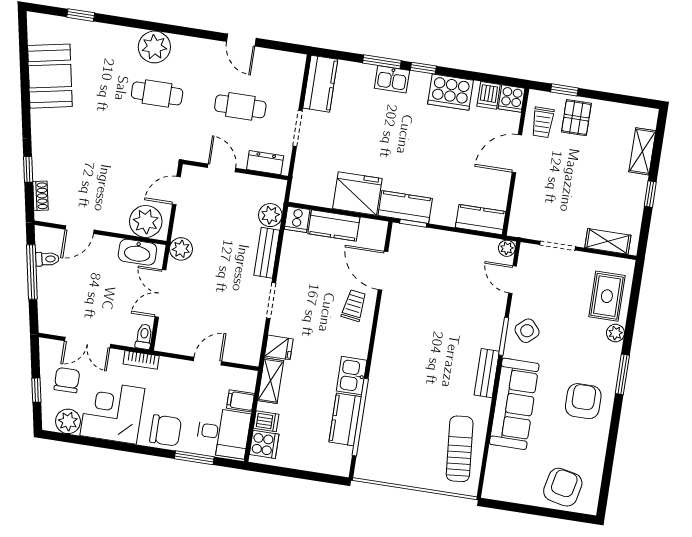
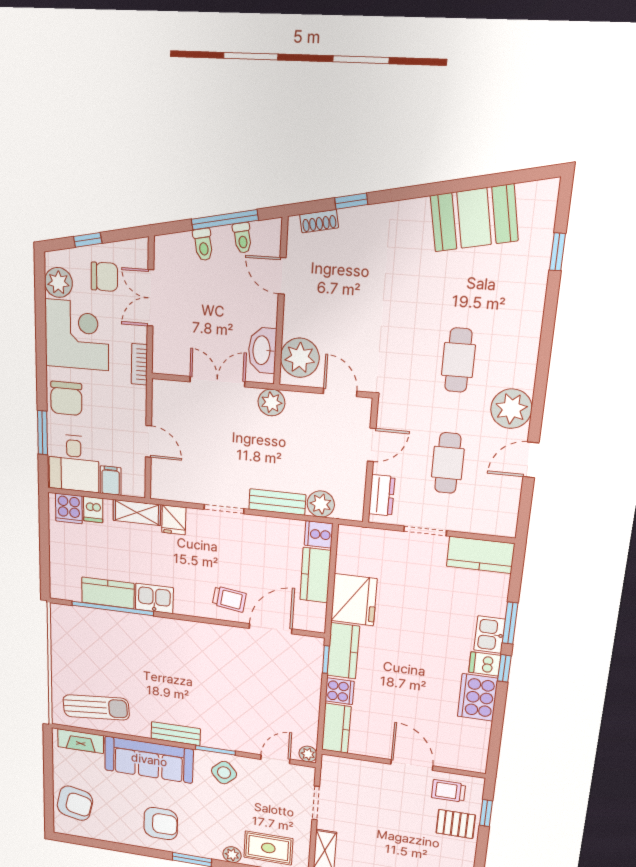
plant: (154, 47) -> (511, 409), moved
dishwasher: (489, 95) -> (485, 664), moved
cooker: (512, 99) -> (340, 691), moved, turned 180
toilet: (144, 337) -> (203, 244), moved, turned 79
fireplace: (495, 470) -> (81, 741), added

